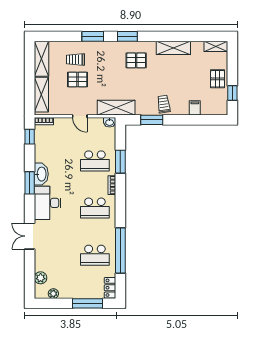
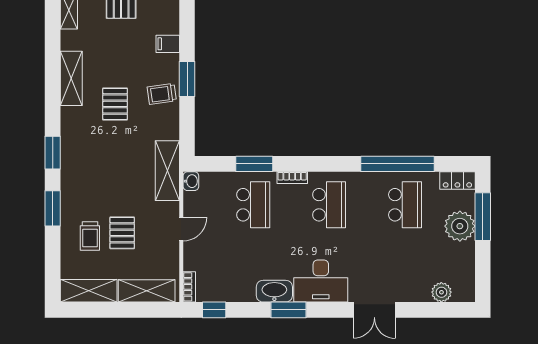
pallet: (136, 60) -> (115, 104), moved
window: (152, 120) -> (187, 79), moved
plant: (53, 294) -> (460, 226), moved, width x1.88, depth x1.88

